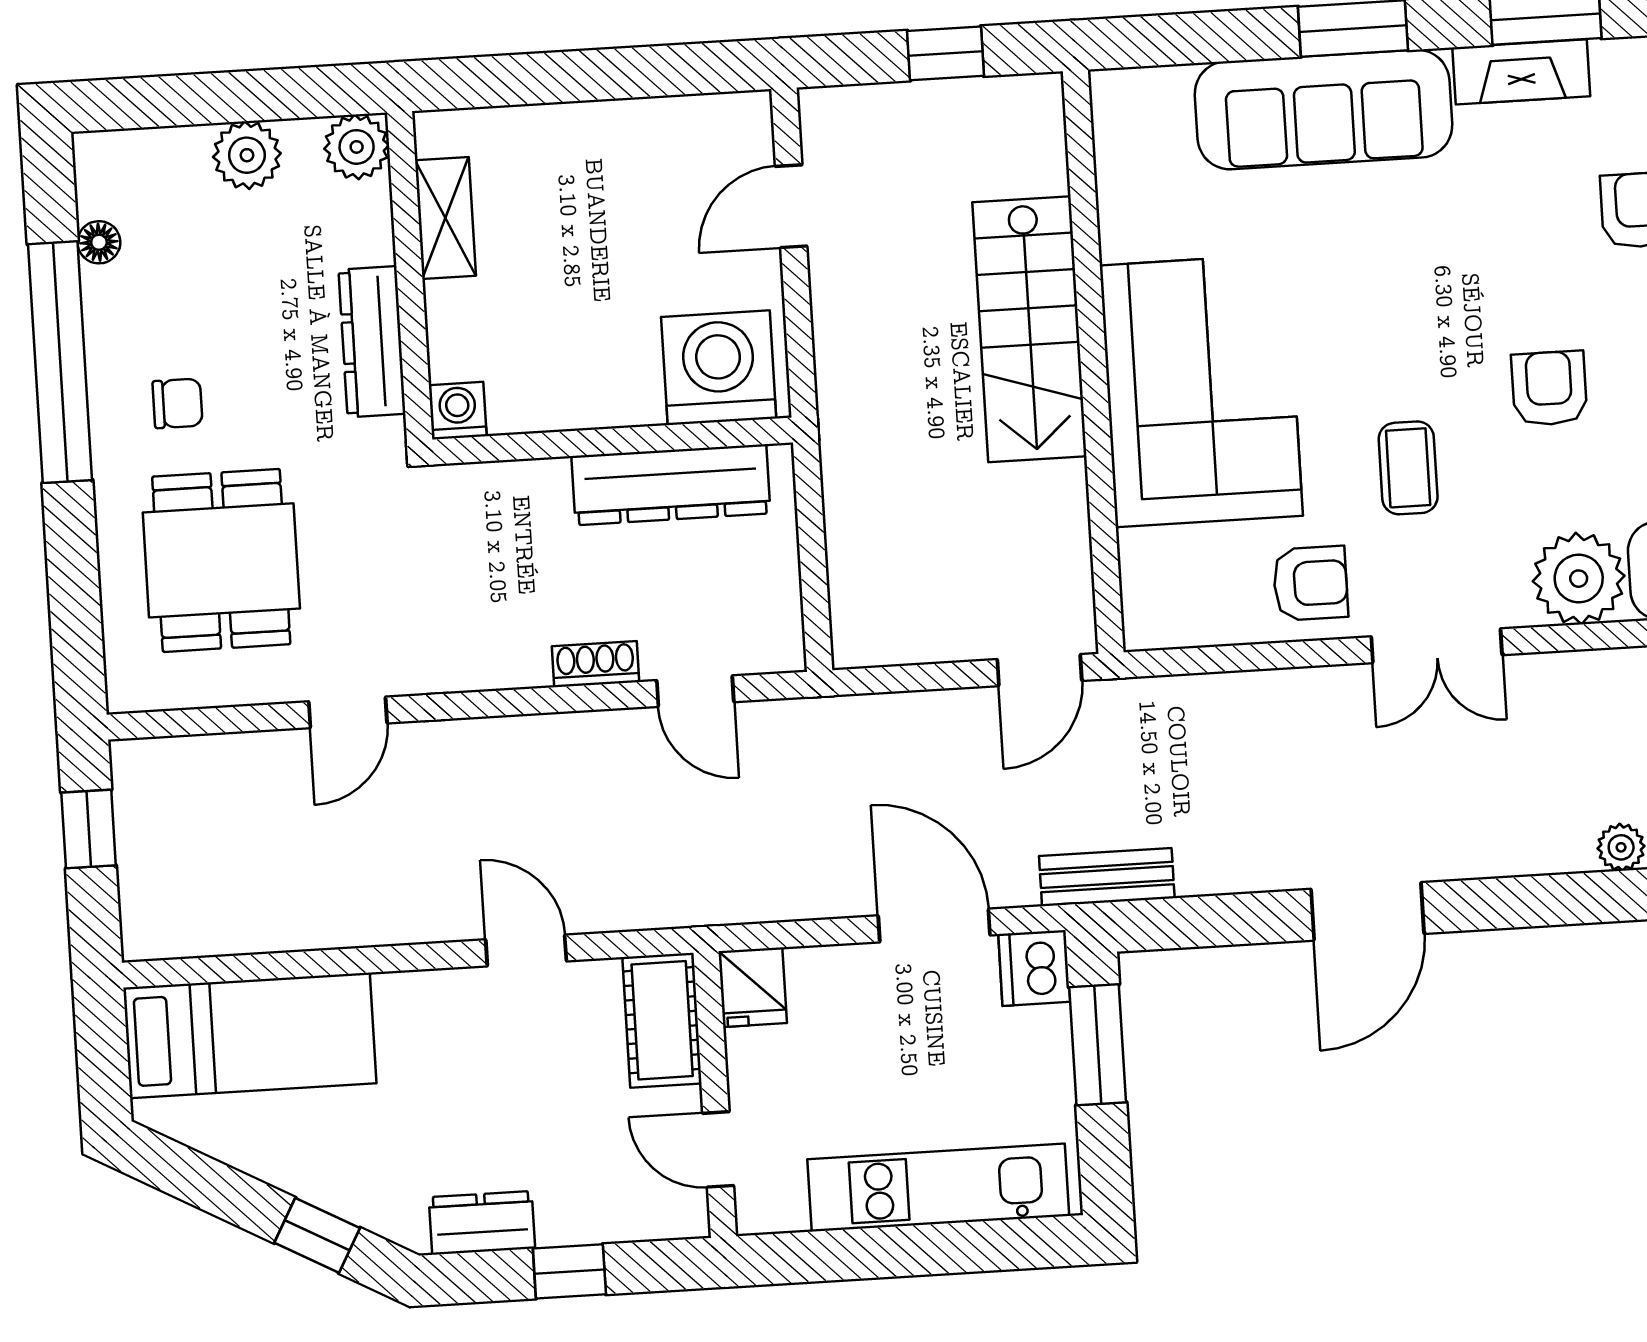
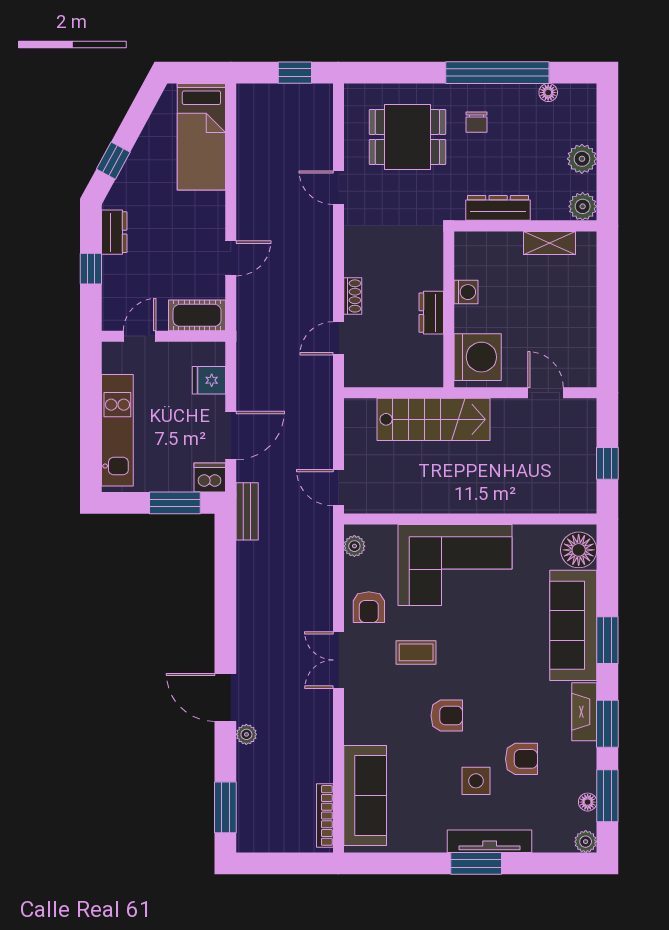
floor lamp: (1149, 108) -> (579, 550), added
stairs: (1029, 329) -> (433, 419), moved, turned 180
washing machine: (458, 411) -> (466, 292), moved
dresser: (671, 485) -> (431, 313), width x0.51, depth x0.80
plant: (1579, 579) -> (354, 546), moved, width x0.53, depth x0.53
door: (1368, 911) -> (225, 697), moved
fridge: (753, 987) -> (209, 380), moved

